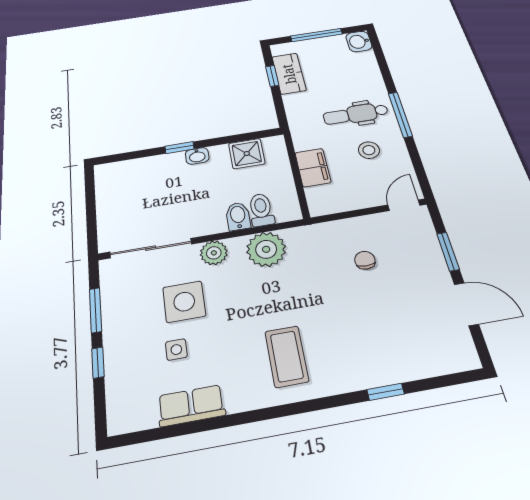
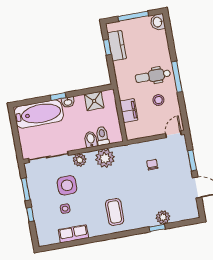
bathtub: (140, 175) -> (39, 114), added
plant: (397, 368) -> (163, 217), added

